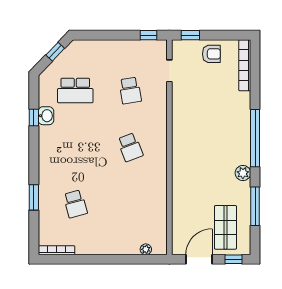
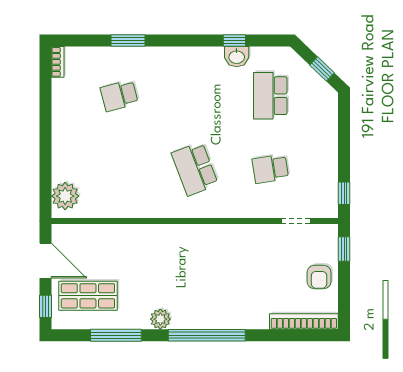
school desk: (130, 147) -> (195, 169), width x1.85
plant: (146, 249) -> (65, 196), width x1.87, depth x1.87
bookcase: (56, 250) -> (58, 62), width x0.64

